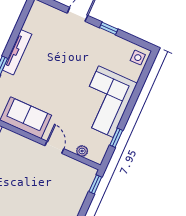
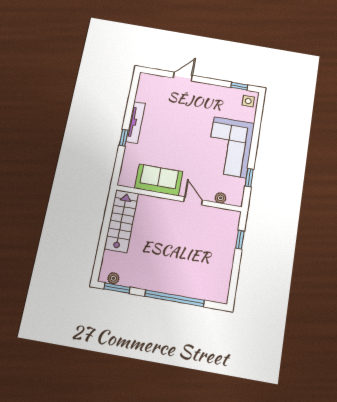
window: (109, 28) -> (239, 86), moved
window: (95, 184) -> (240, 240), moved

